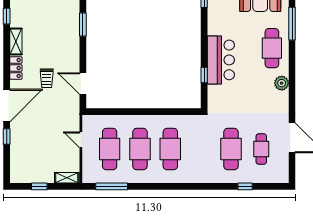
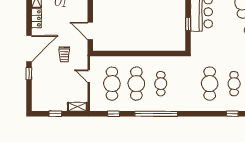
trolley: (47, 78) -> (64, 54), moved
cafe table: (170, 149) -> (161, 84), width x0.73, depth x0.74
window: (112, 186) -> (114, 114), width x0.46
window: (164, 186) -> (156, 114), added
window: (245, 186) -> (232, 114), moved

